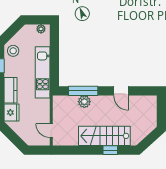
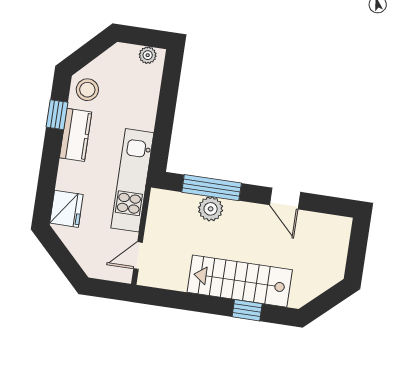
kitchen unit: (43, 72) -> (132, 180), moved
kitchen counter: (11, 90) -> (76, 135), moved
door: (51, 131) -> (138, 256), hinge flipped

